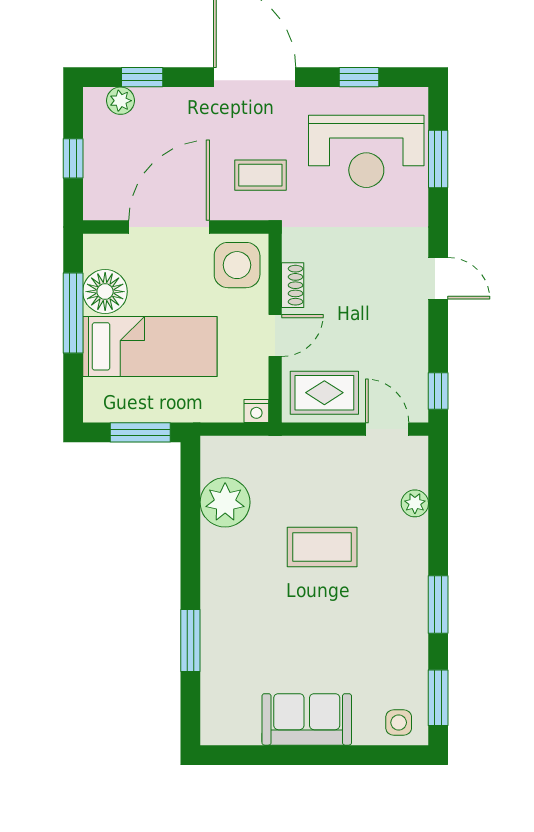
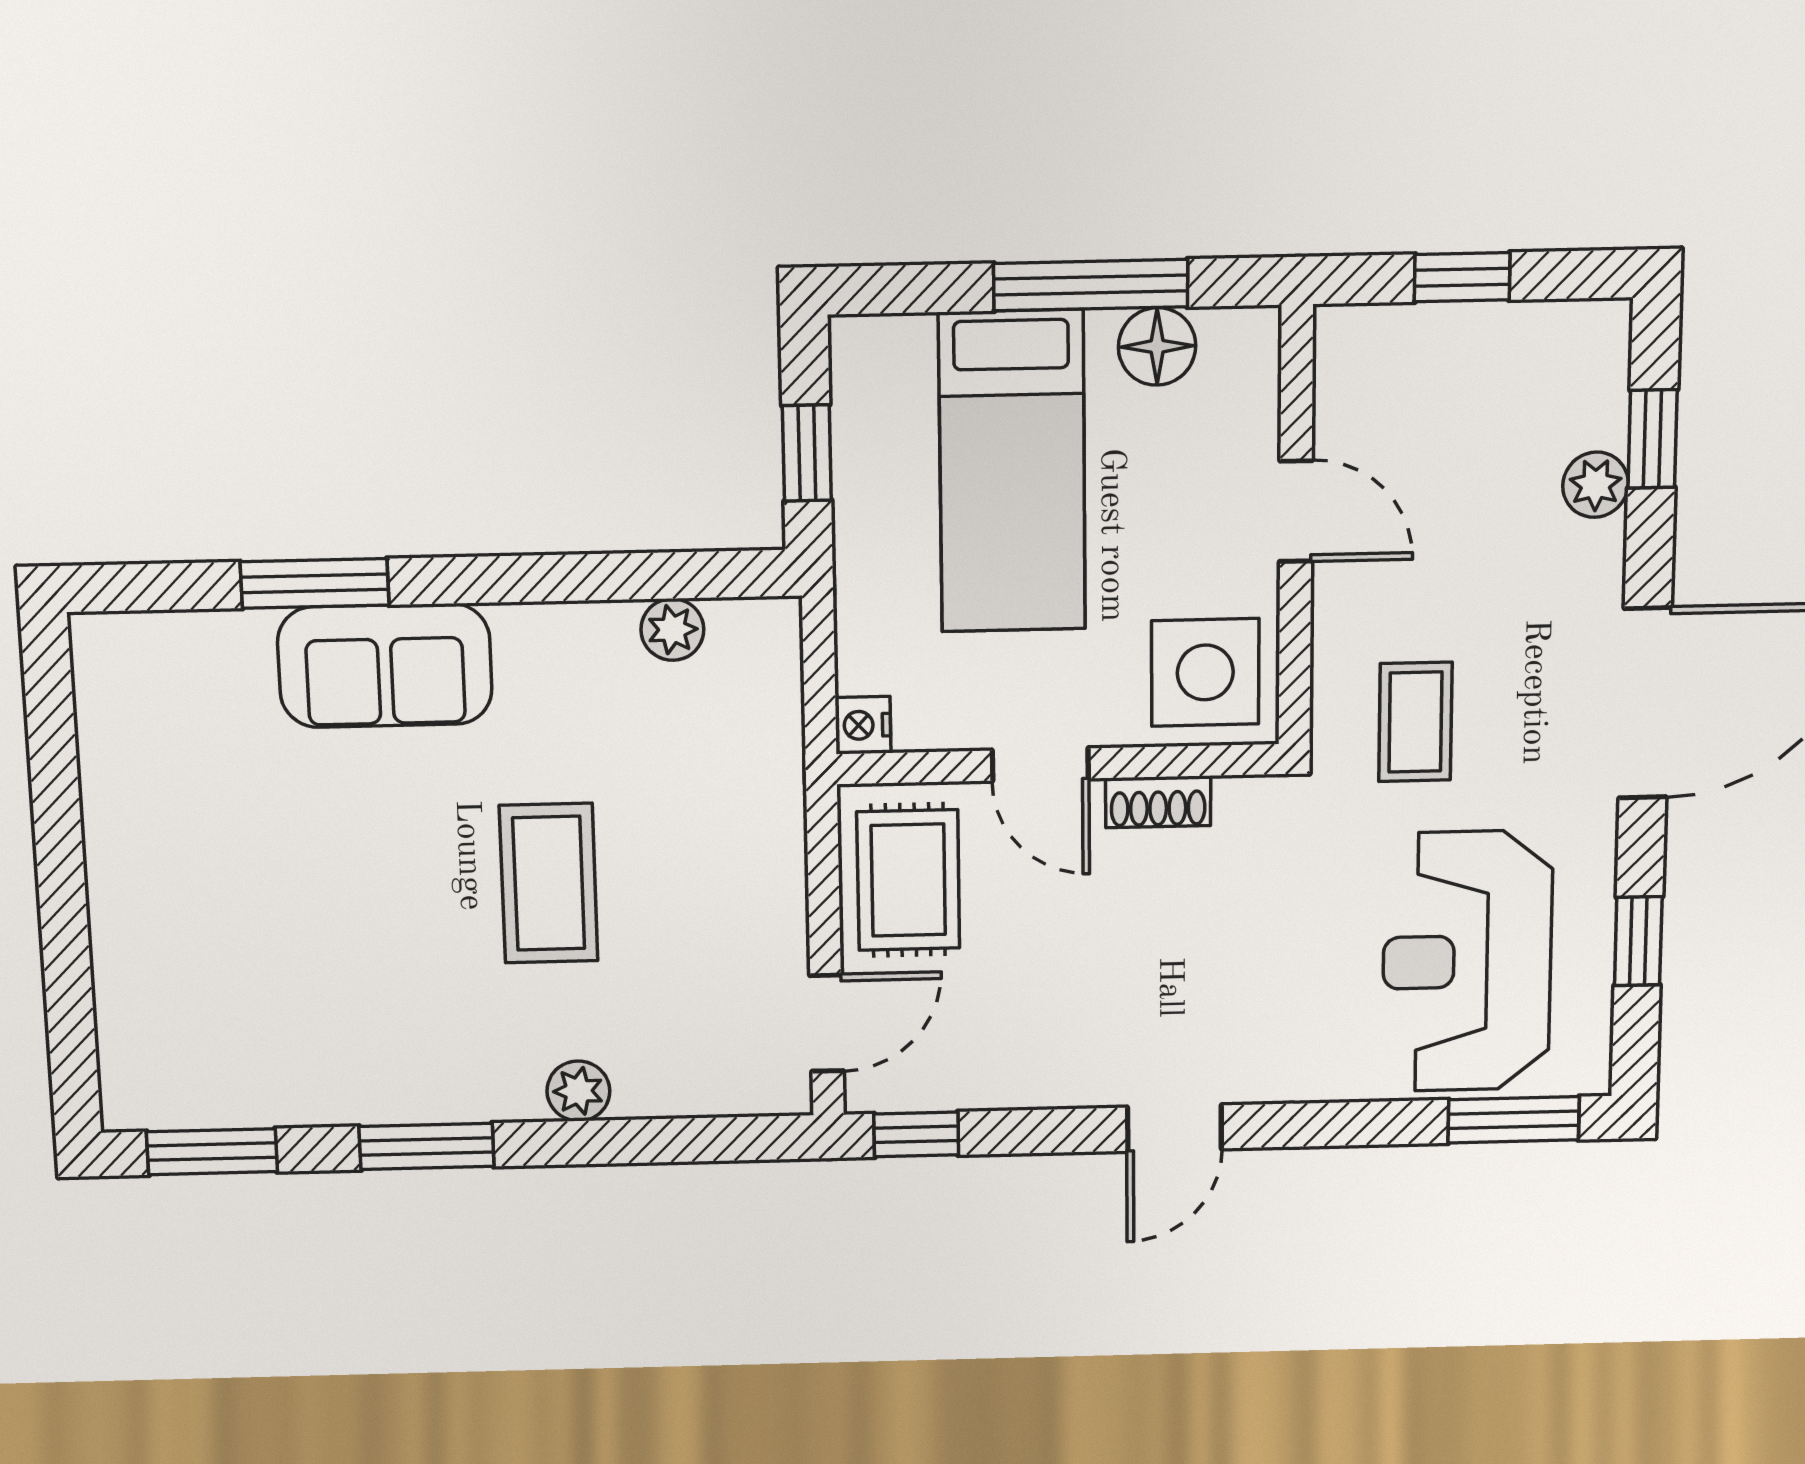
plant: (121, 101) -> (1595, 485), moved
window: (438, 159) -> (1514, 1120), moved
door: (169, 227) -> (1296, 511), width x0.53
floor lamp: (105, 292) -> (1157, 346), width x0.73, depth x0.73
window: (140, 432) -> (807, 453), width x0.67
plant: (225, 502) -> (672, 630), width x0.53, depth x0.53
plant: (415, 503) -> (578, 1091), moved
sofa: (307, 719) -> (385, 666), moved, turned 90
side table: (399, 723) -> (149, 1065), removed

